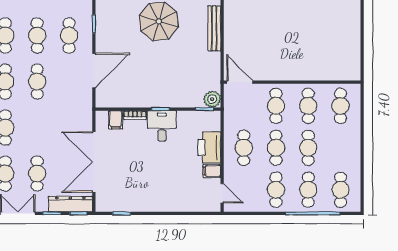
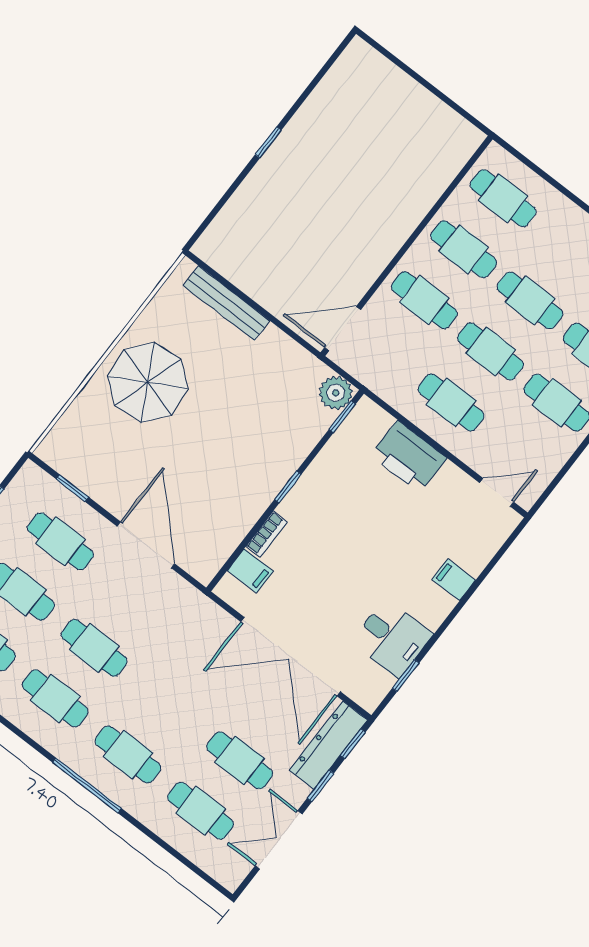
desk: (162, 126) -> (392, 638), moved, turned 180
filing cabinet: (212, 171) -> (454, 580), moved, turned 90

